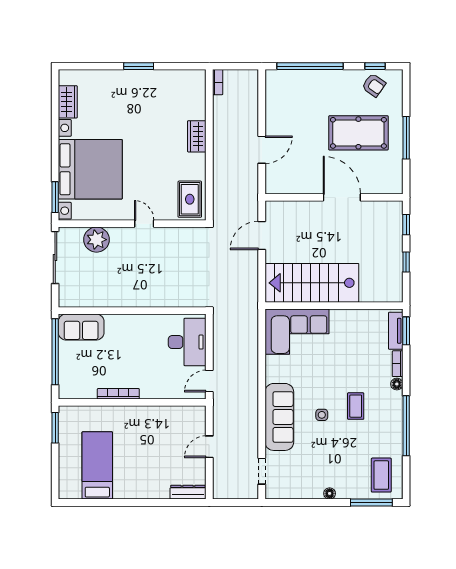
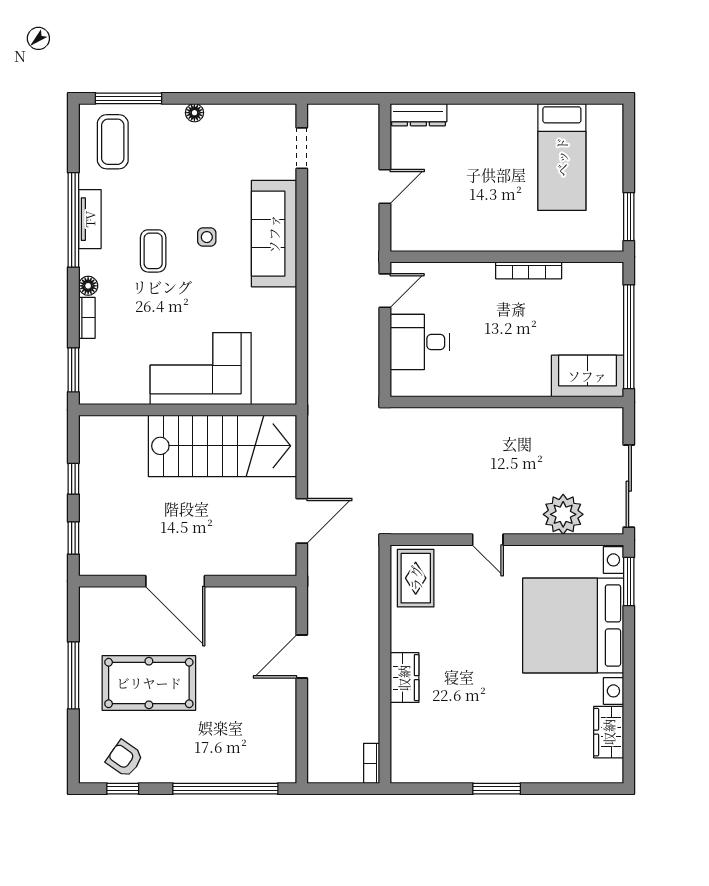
tv unit: (396, 331) -> (90, 219), moved
corner sofa: (297, 332) -> (201, 369), moved
desk: (187, 342) -> (420, 342), width x0.73

